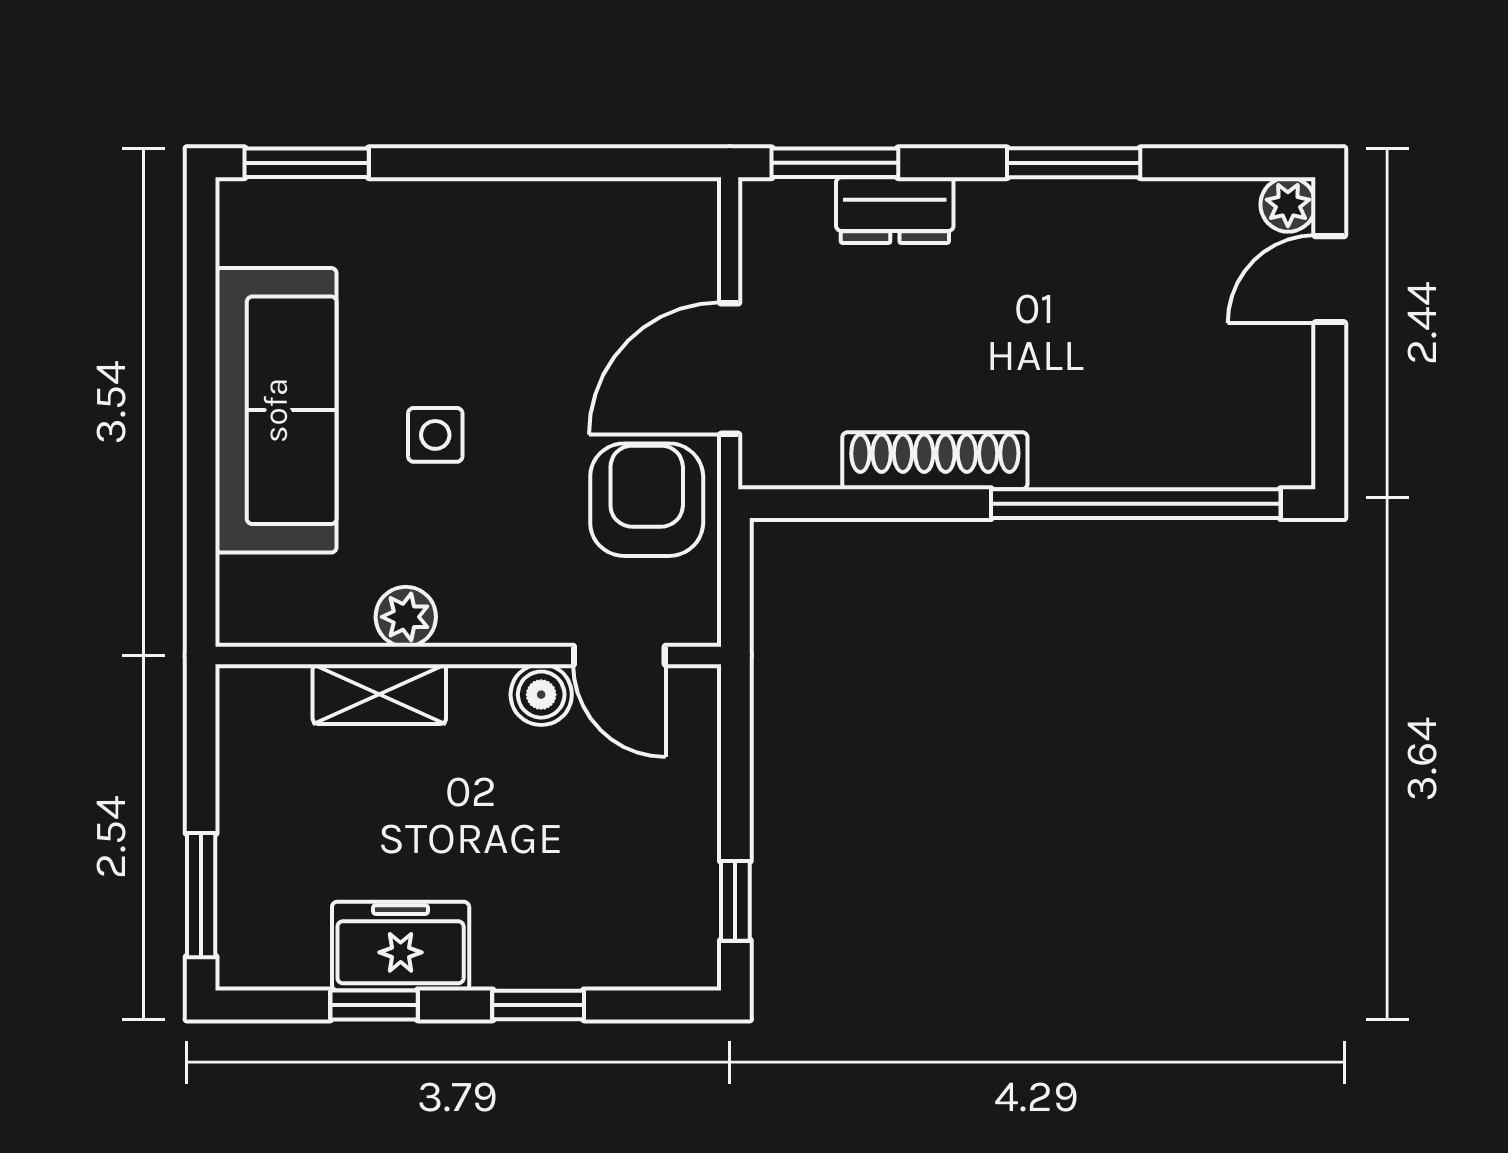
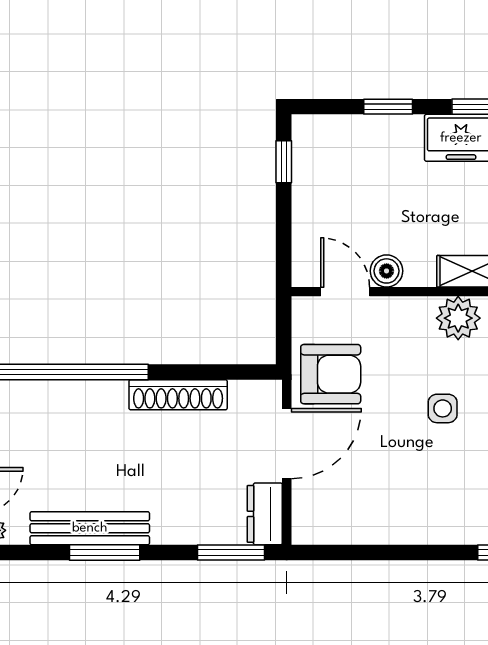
bench: (1102, 209) -> (90, 528), added
dresser: (895, 210) -> (265, 514), moved, turned -90
armchair: (647, 500) -> (331, 374), turned -90
plant: (406, 617) -> (458, 318), width x1.38, depth x1.38

